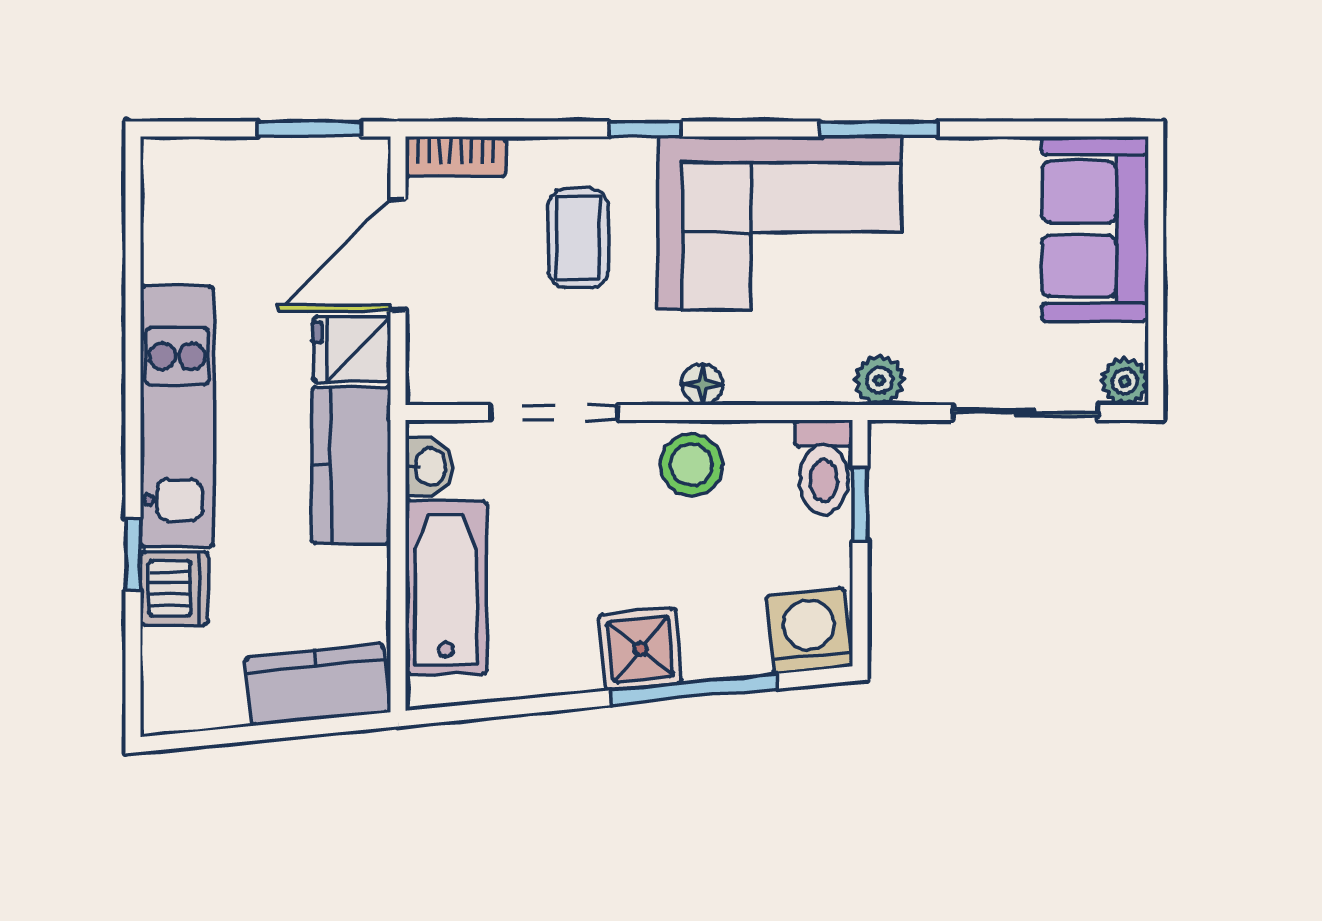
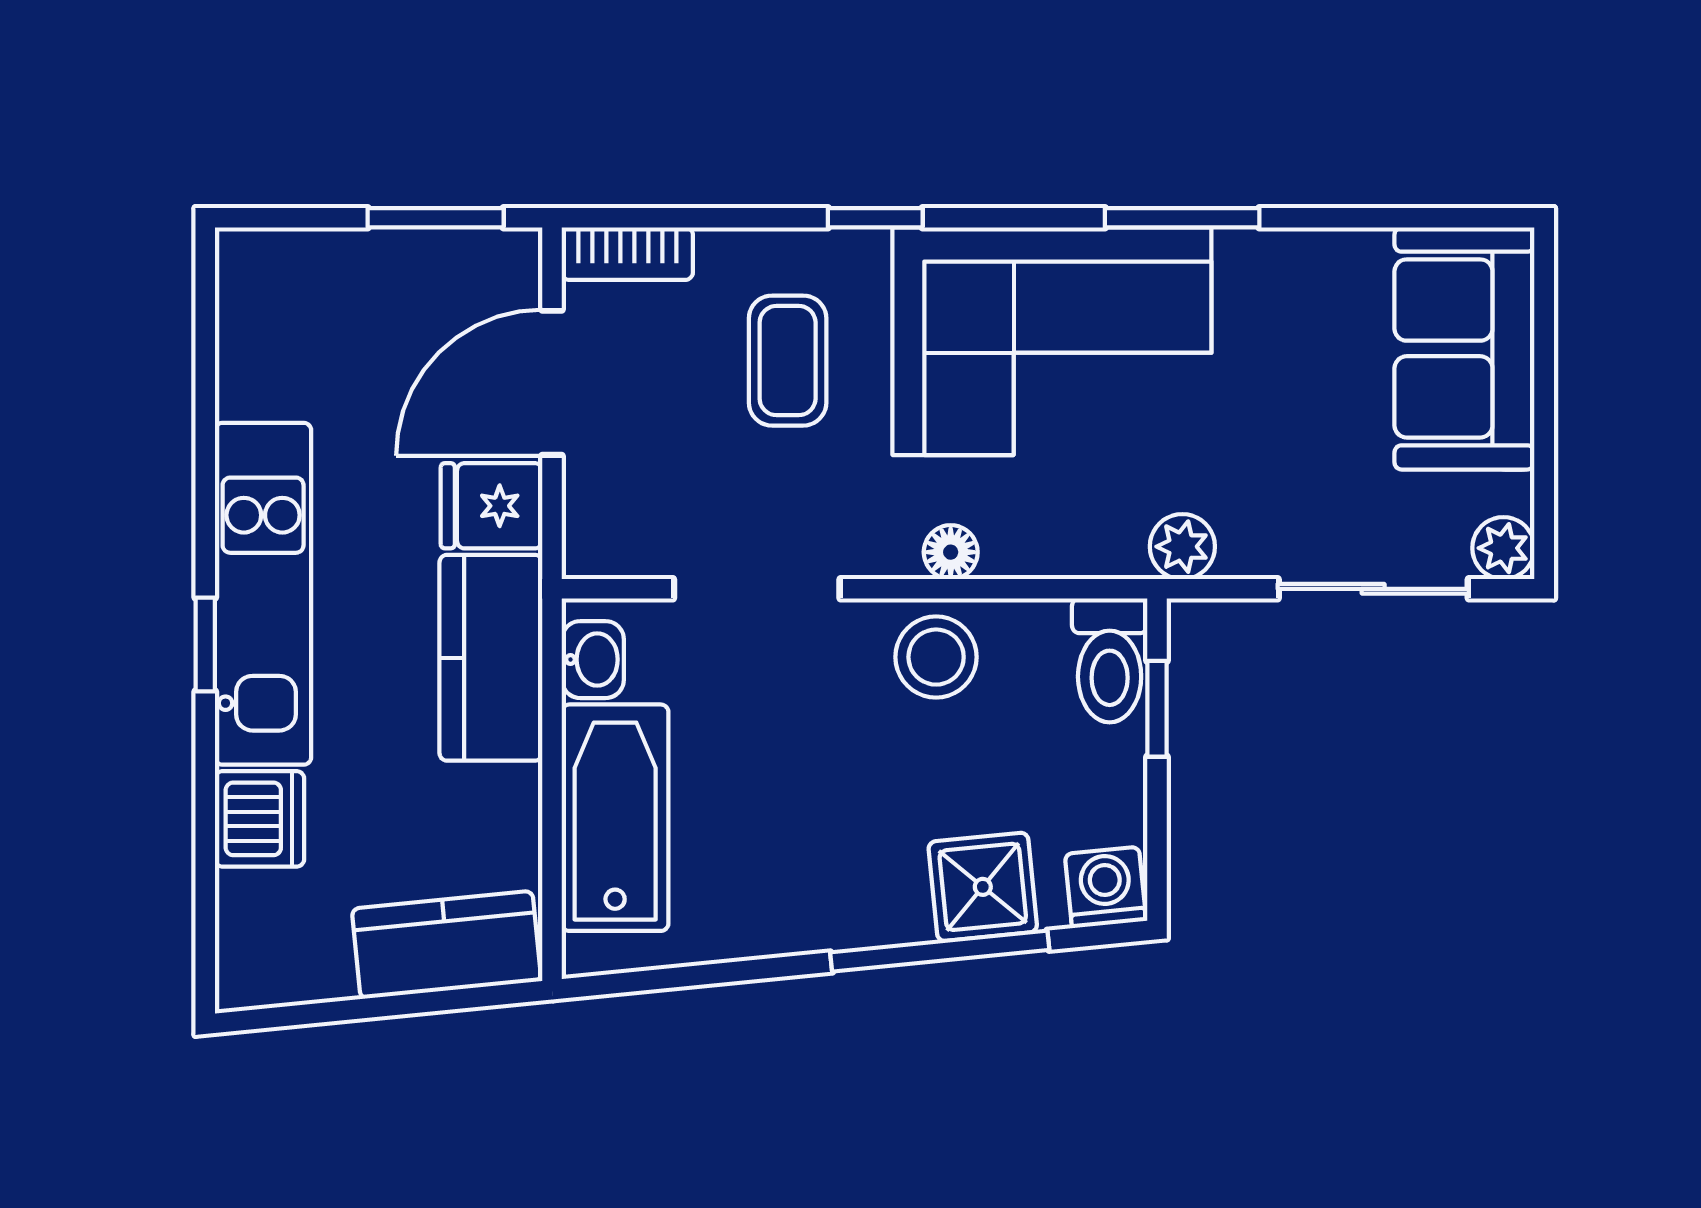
window: (133, 555) -> (205, 645), moved
washing machine: (809, 631) -> (1106, 887), width x0.73, depth x0.73
shower: (640, 649) -> (983, 887), moved

